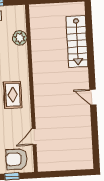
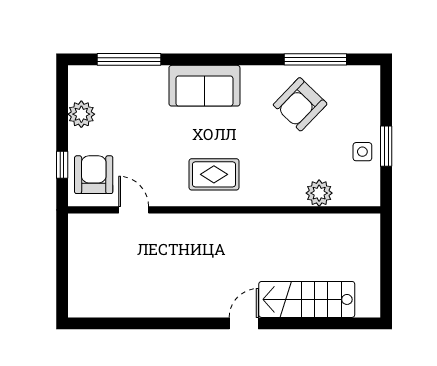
door: (93, 97) -> (244, 323), moved

